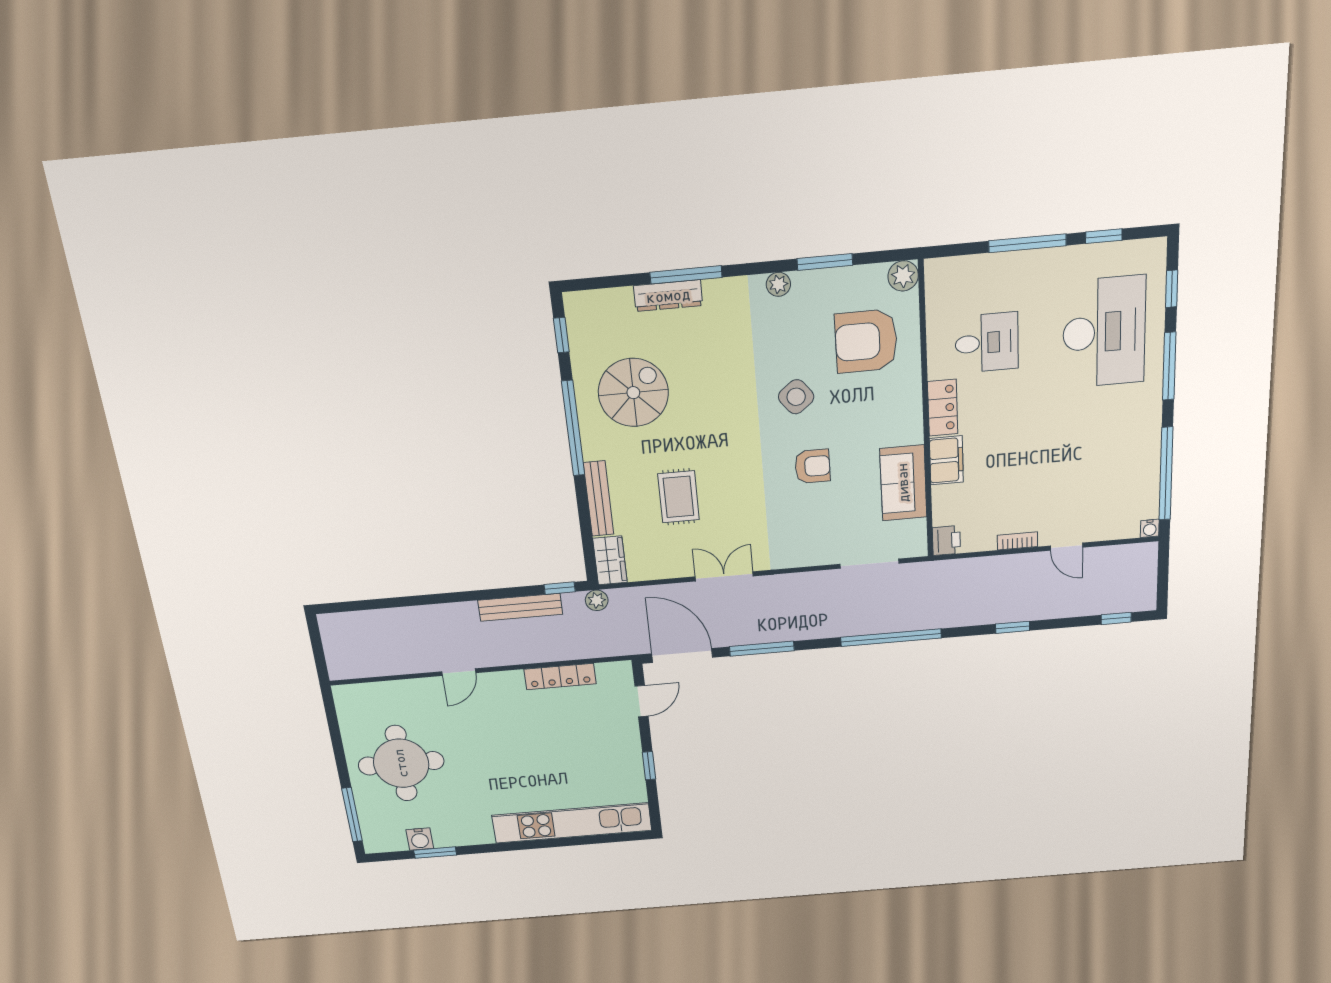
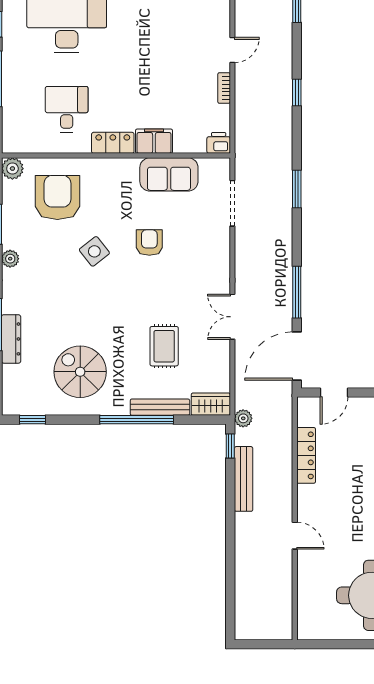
armchair: (866, 341) -> (57, 197), turned 180
window: (573, 428) -> (137, 420), moved
rug: (678, 497) -> (164, 346), turned 90
window: (891, 638) -> (297, 189), width x0.47
door: (641, 701) -> (334, 393), swing flipped

